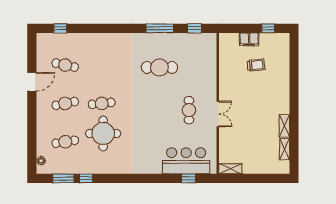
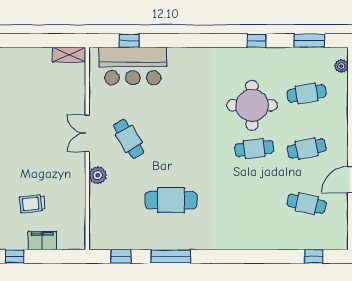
plant: (211, 85) -> (98, 175), added
cafe table: (189, 110) -> (129, 139), turned -31
window: (86, 178) -> (256, 41), moved

